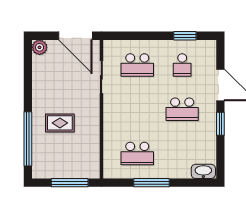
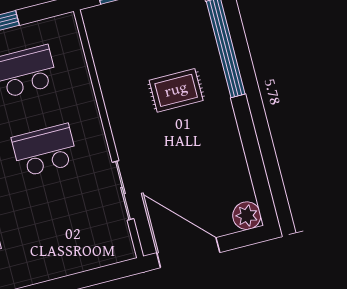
school desk: (137, 65) -> (45, 150), moved

